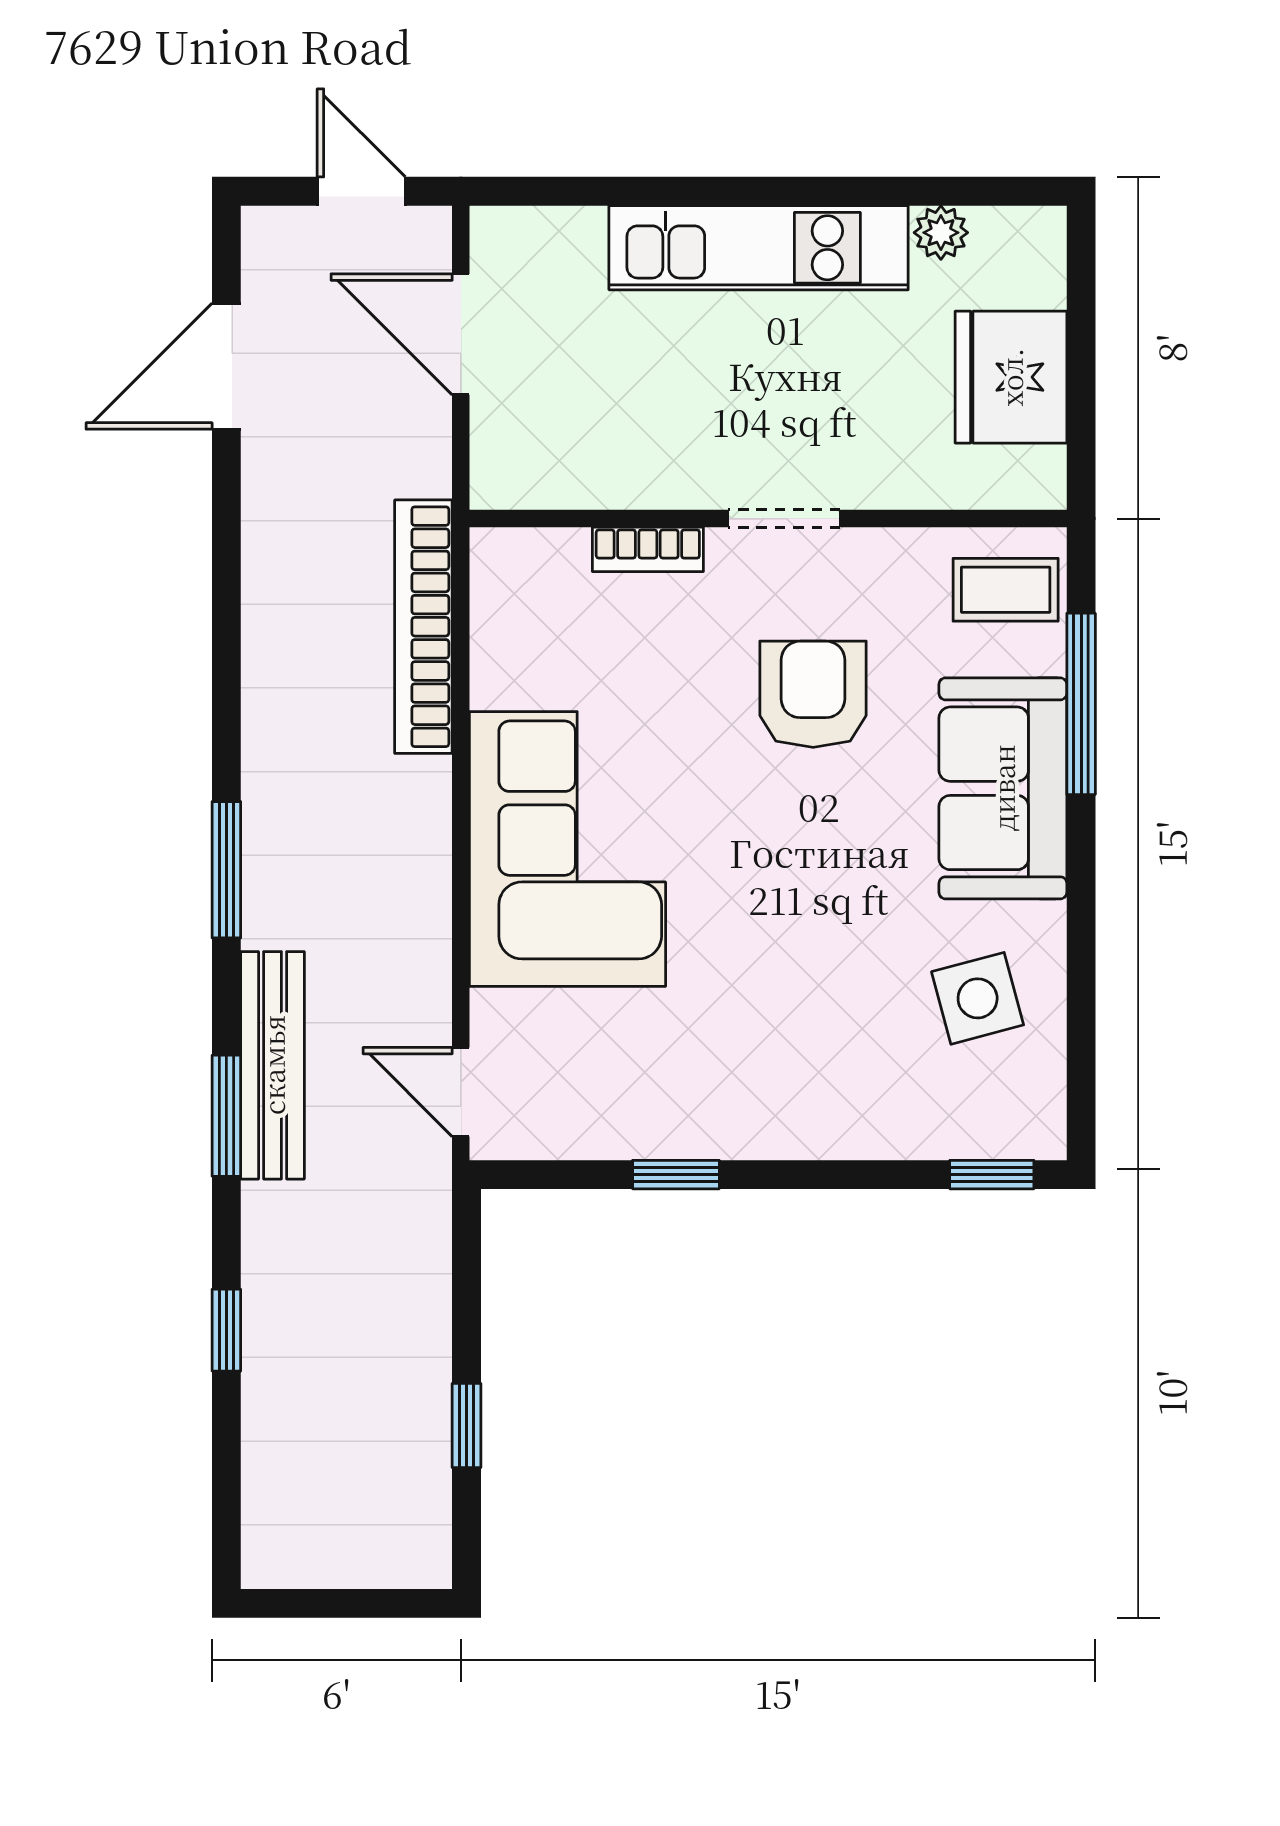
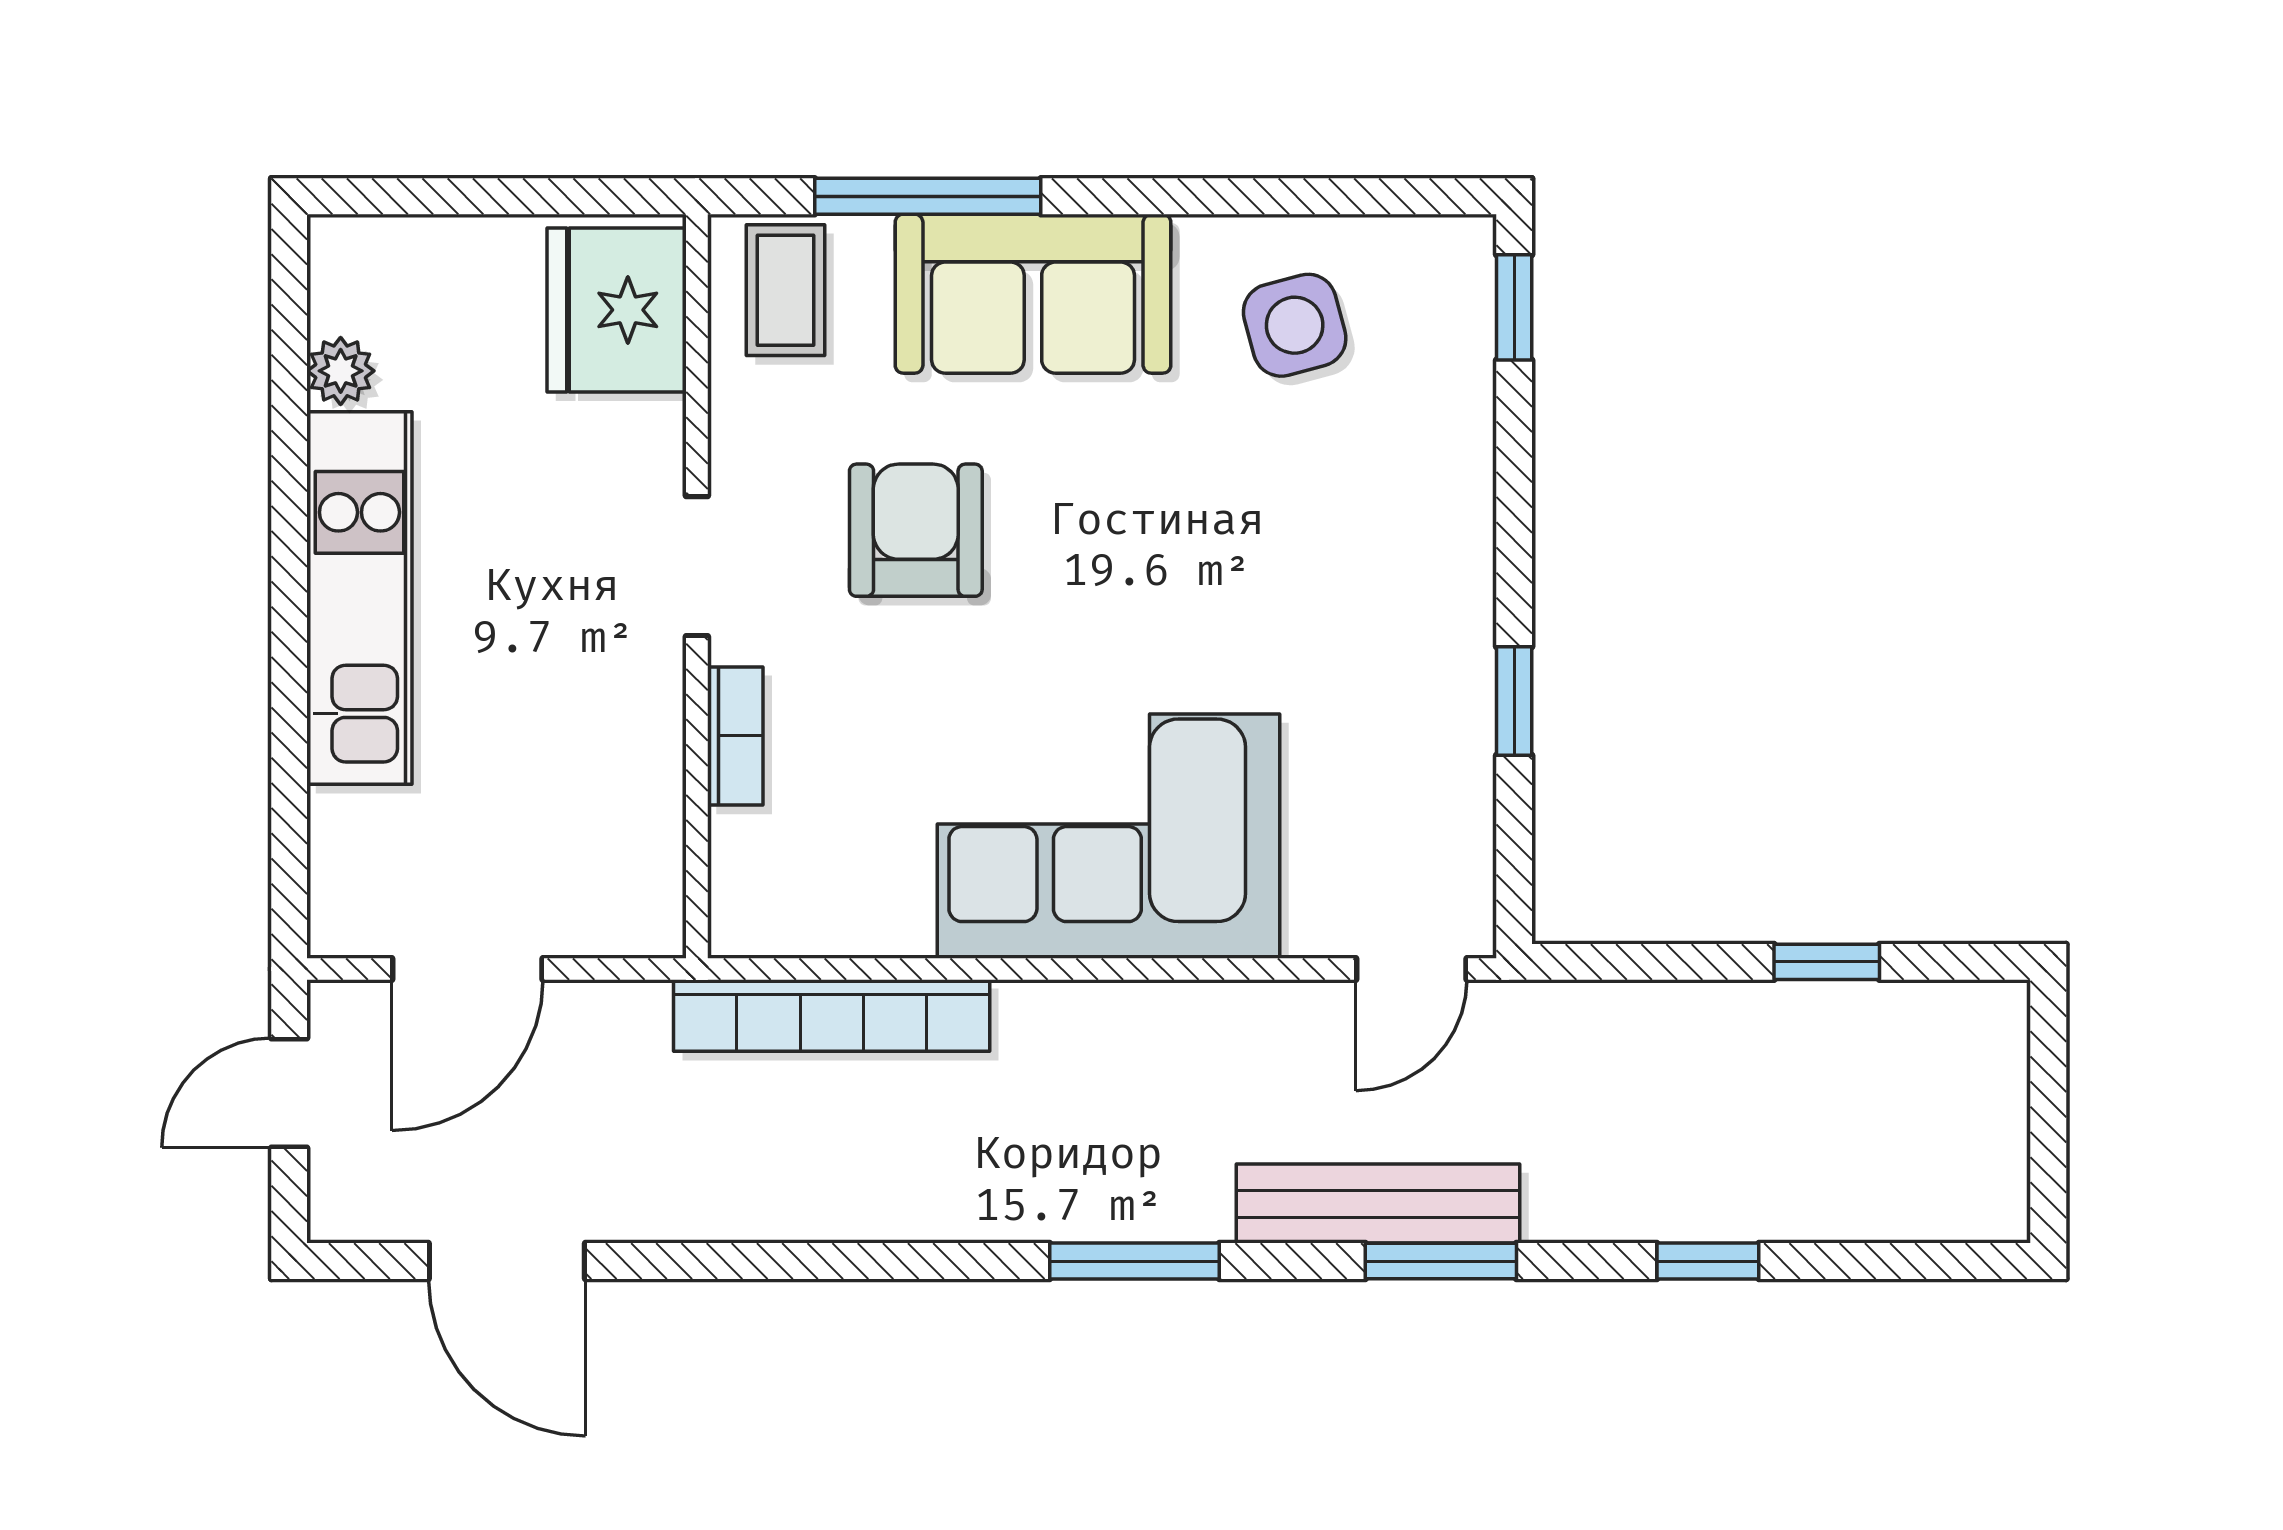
fridge: (1011, 377) -> (617, 310), moved, turned 90
armchair: (813, 694) -> (916, 530), turned 90

